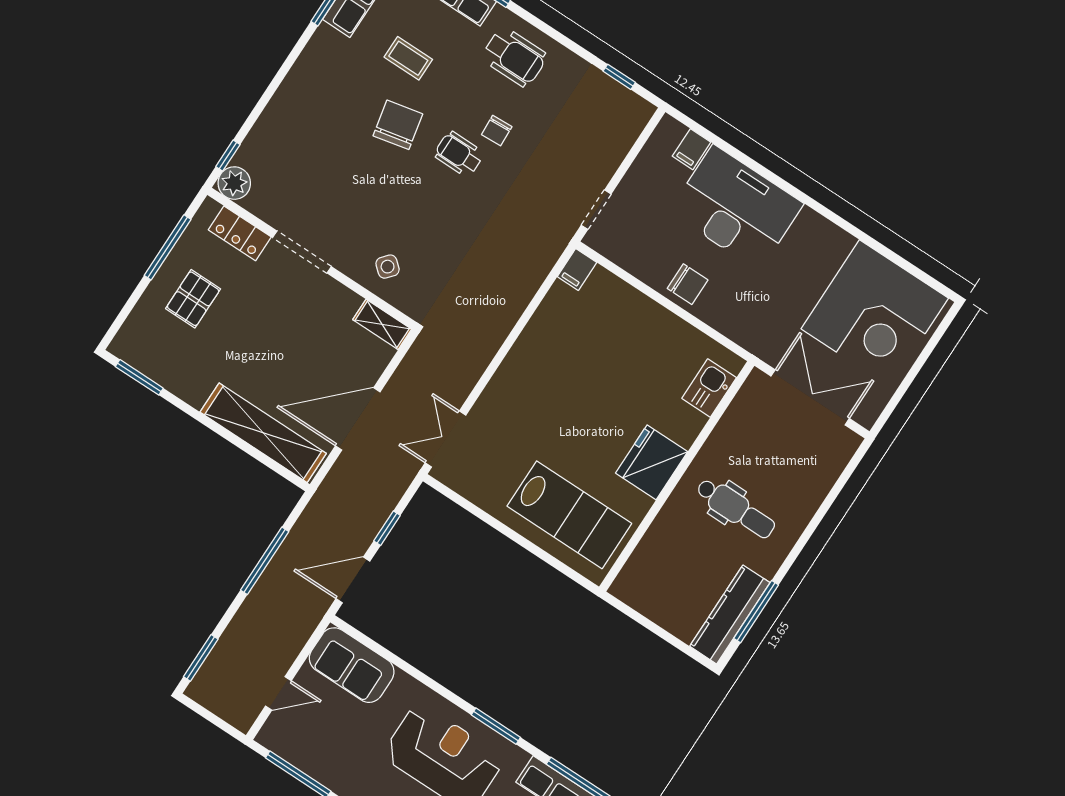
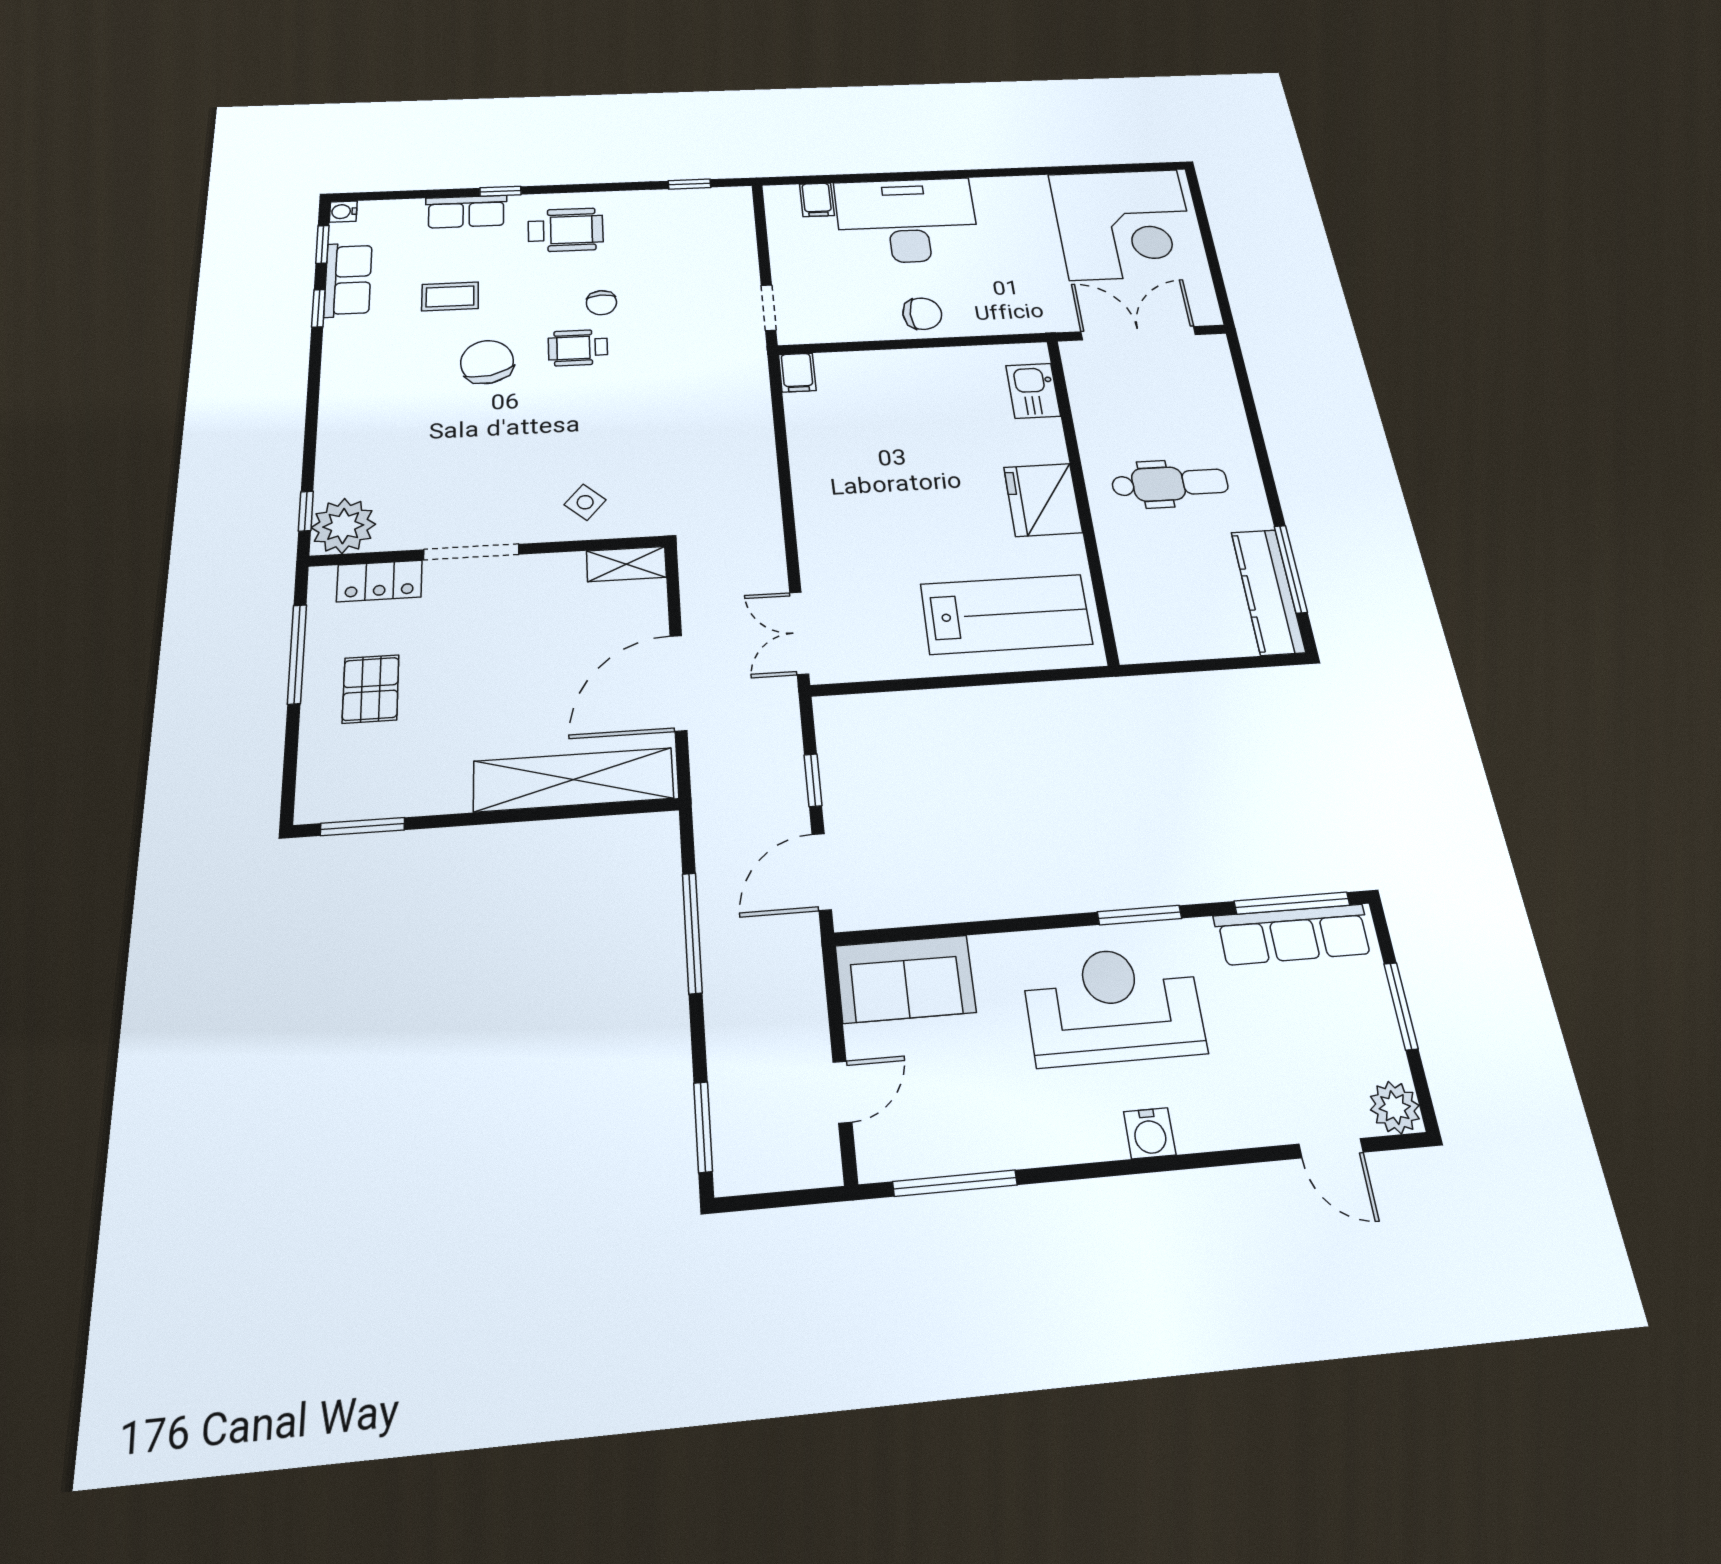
plant: (234, 183) -> (343, 526), width x1.36, depth x1.36

